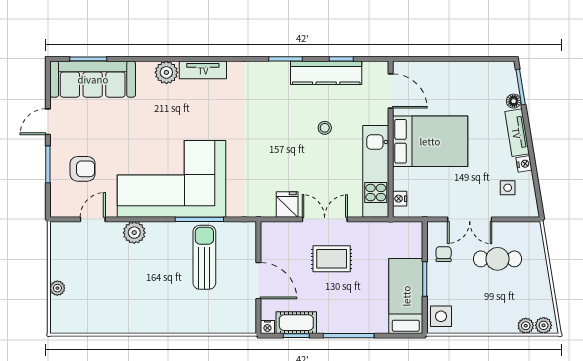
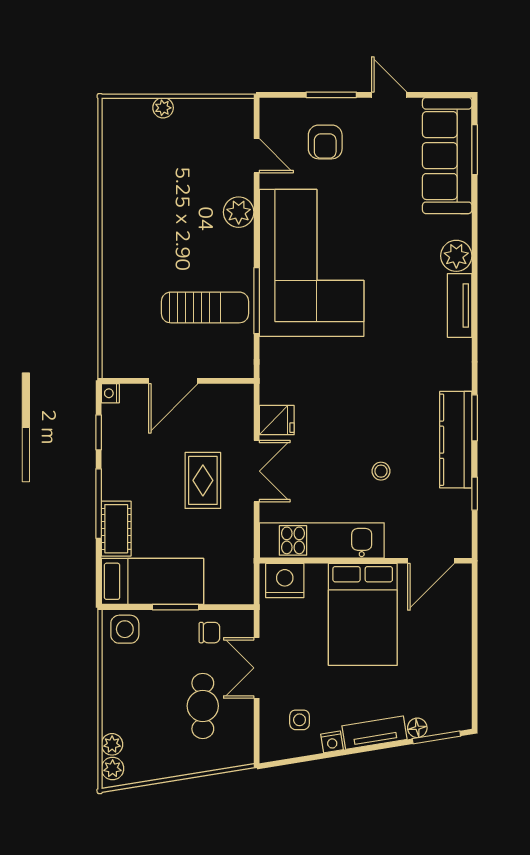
kitchen counter: (326, 73) -> (456, 440), moved
nightstand: (400, 199) -> (285, 581), width x1.89, depth x1.79
cot: (296, 323) -> (116, 529), moved

